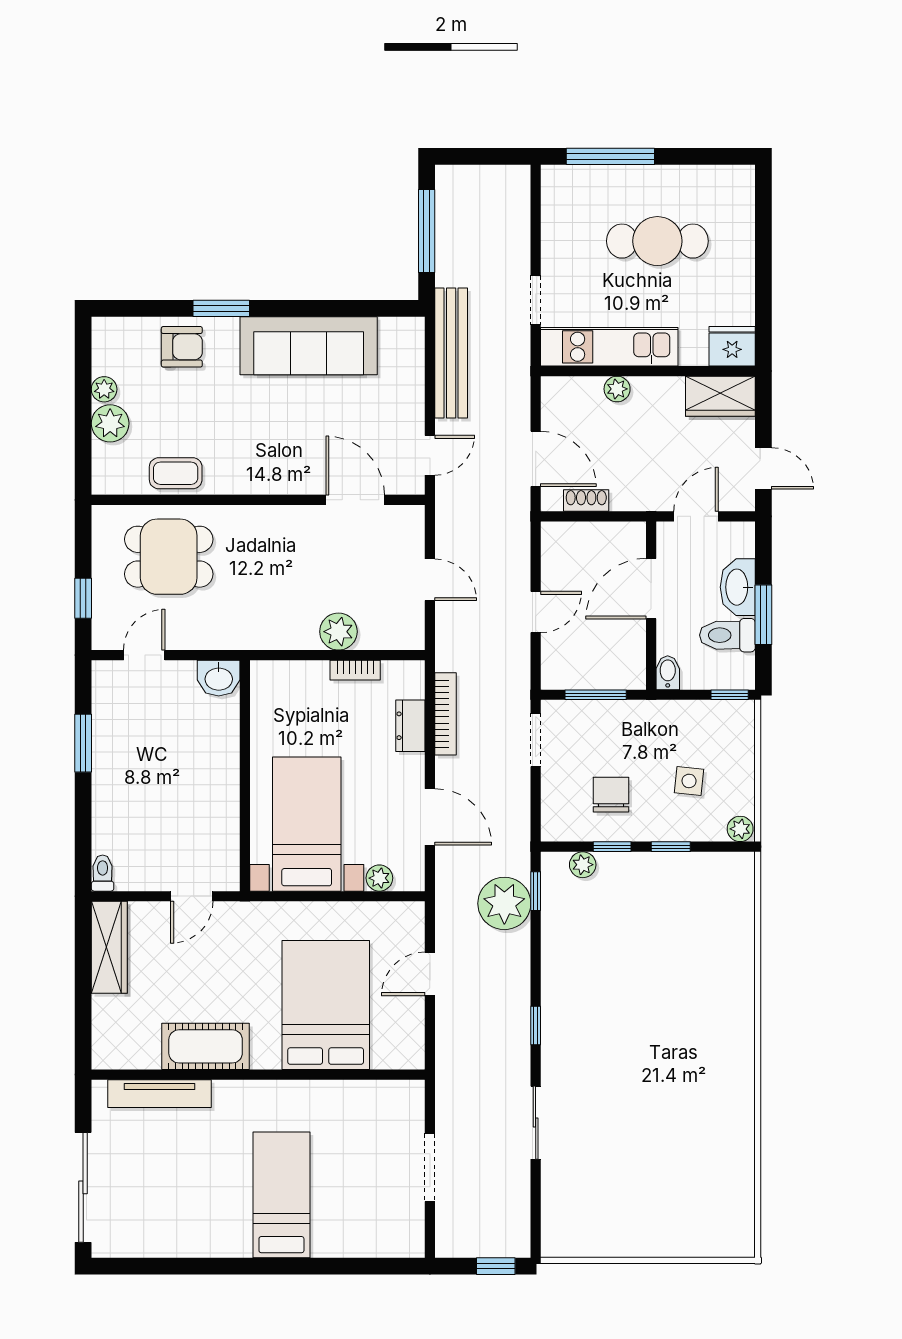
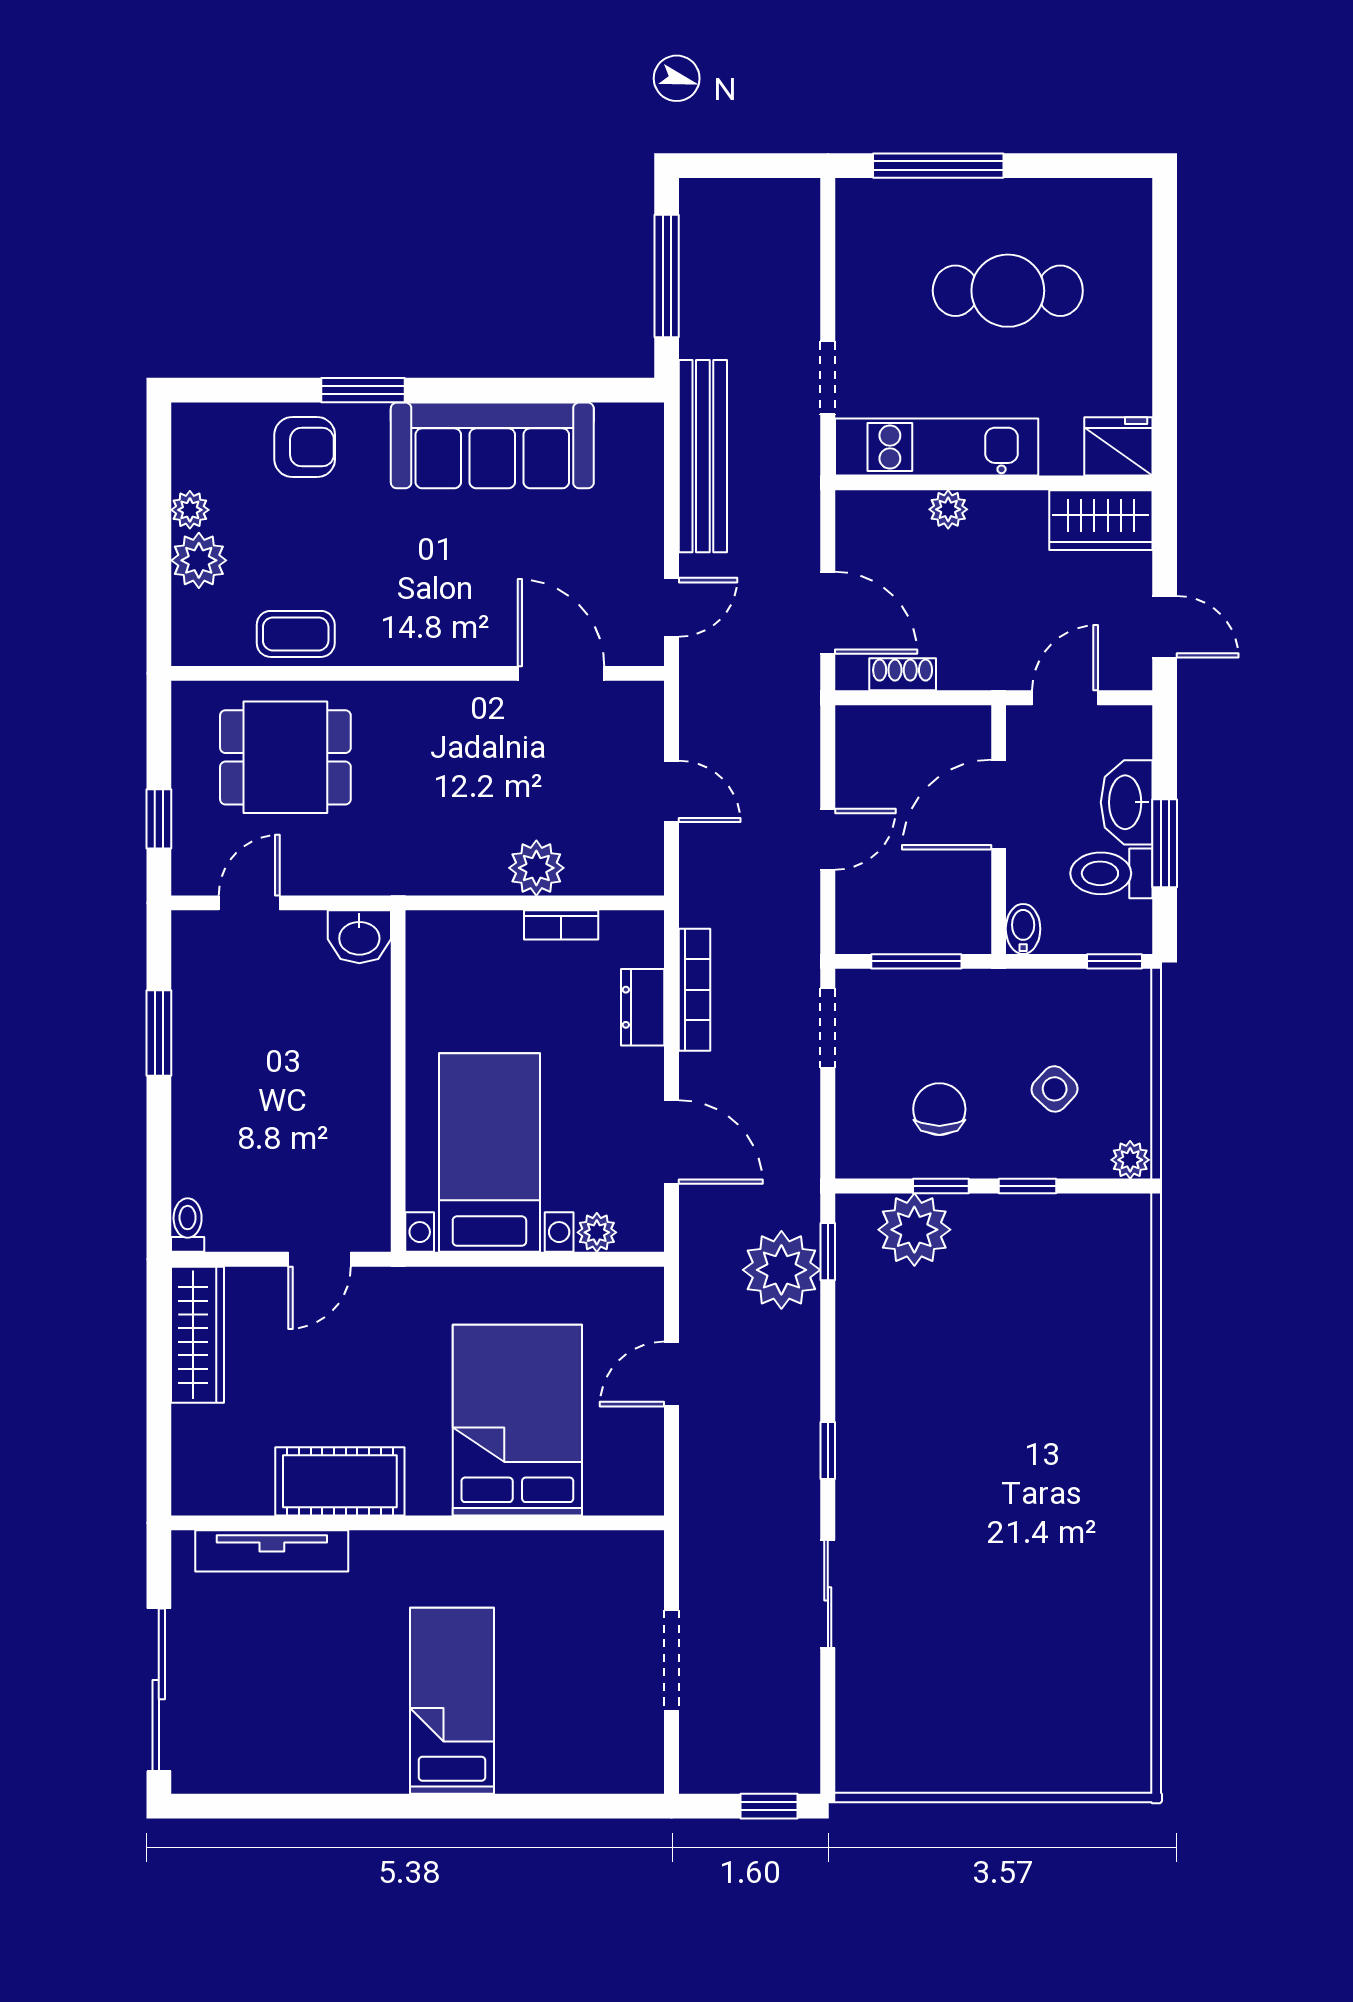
side table: (689, 781) -> (1055, 1089), turned 37
plant: (583, 865) -> (914, 1230), width x1.88, depth x1.88

